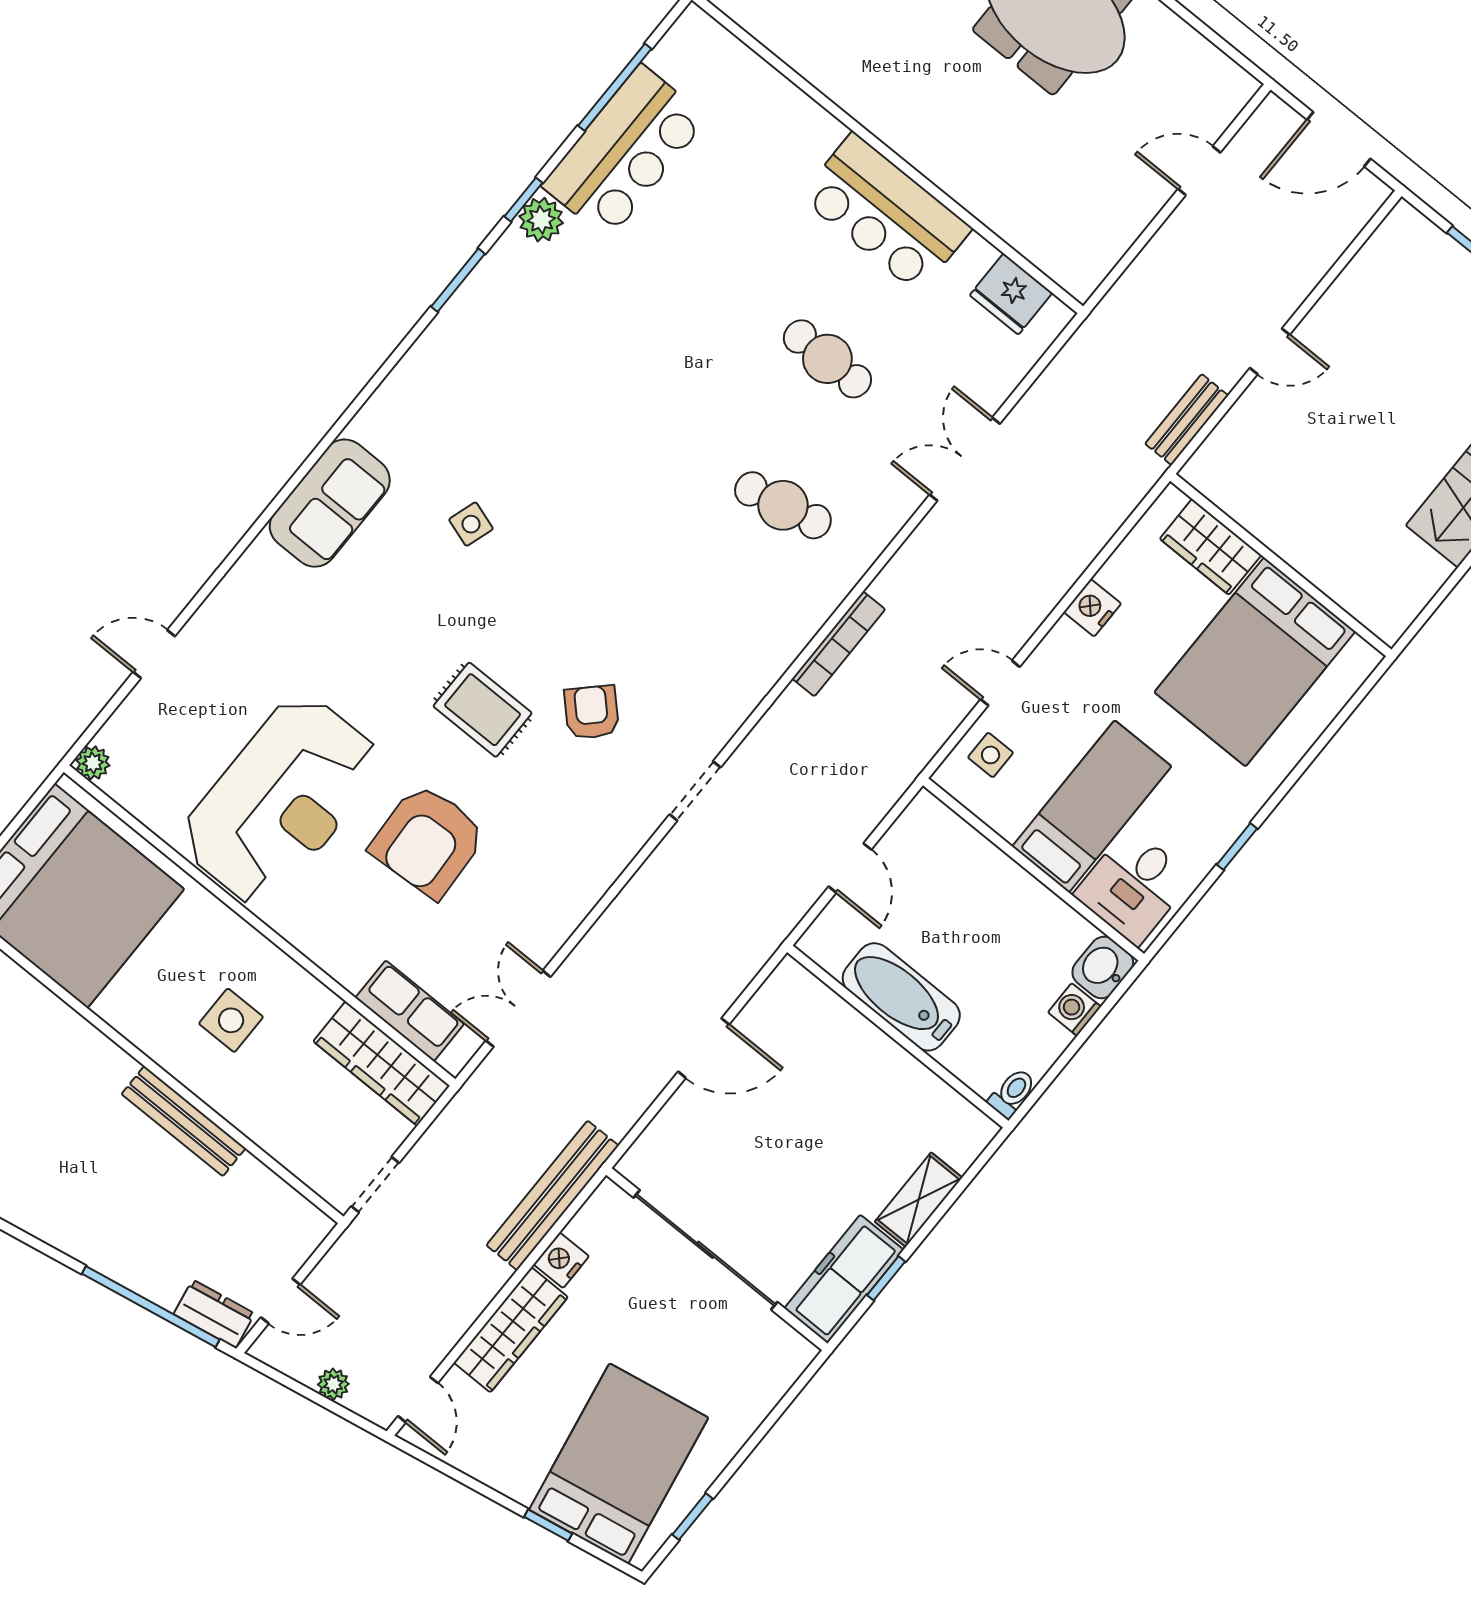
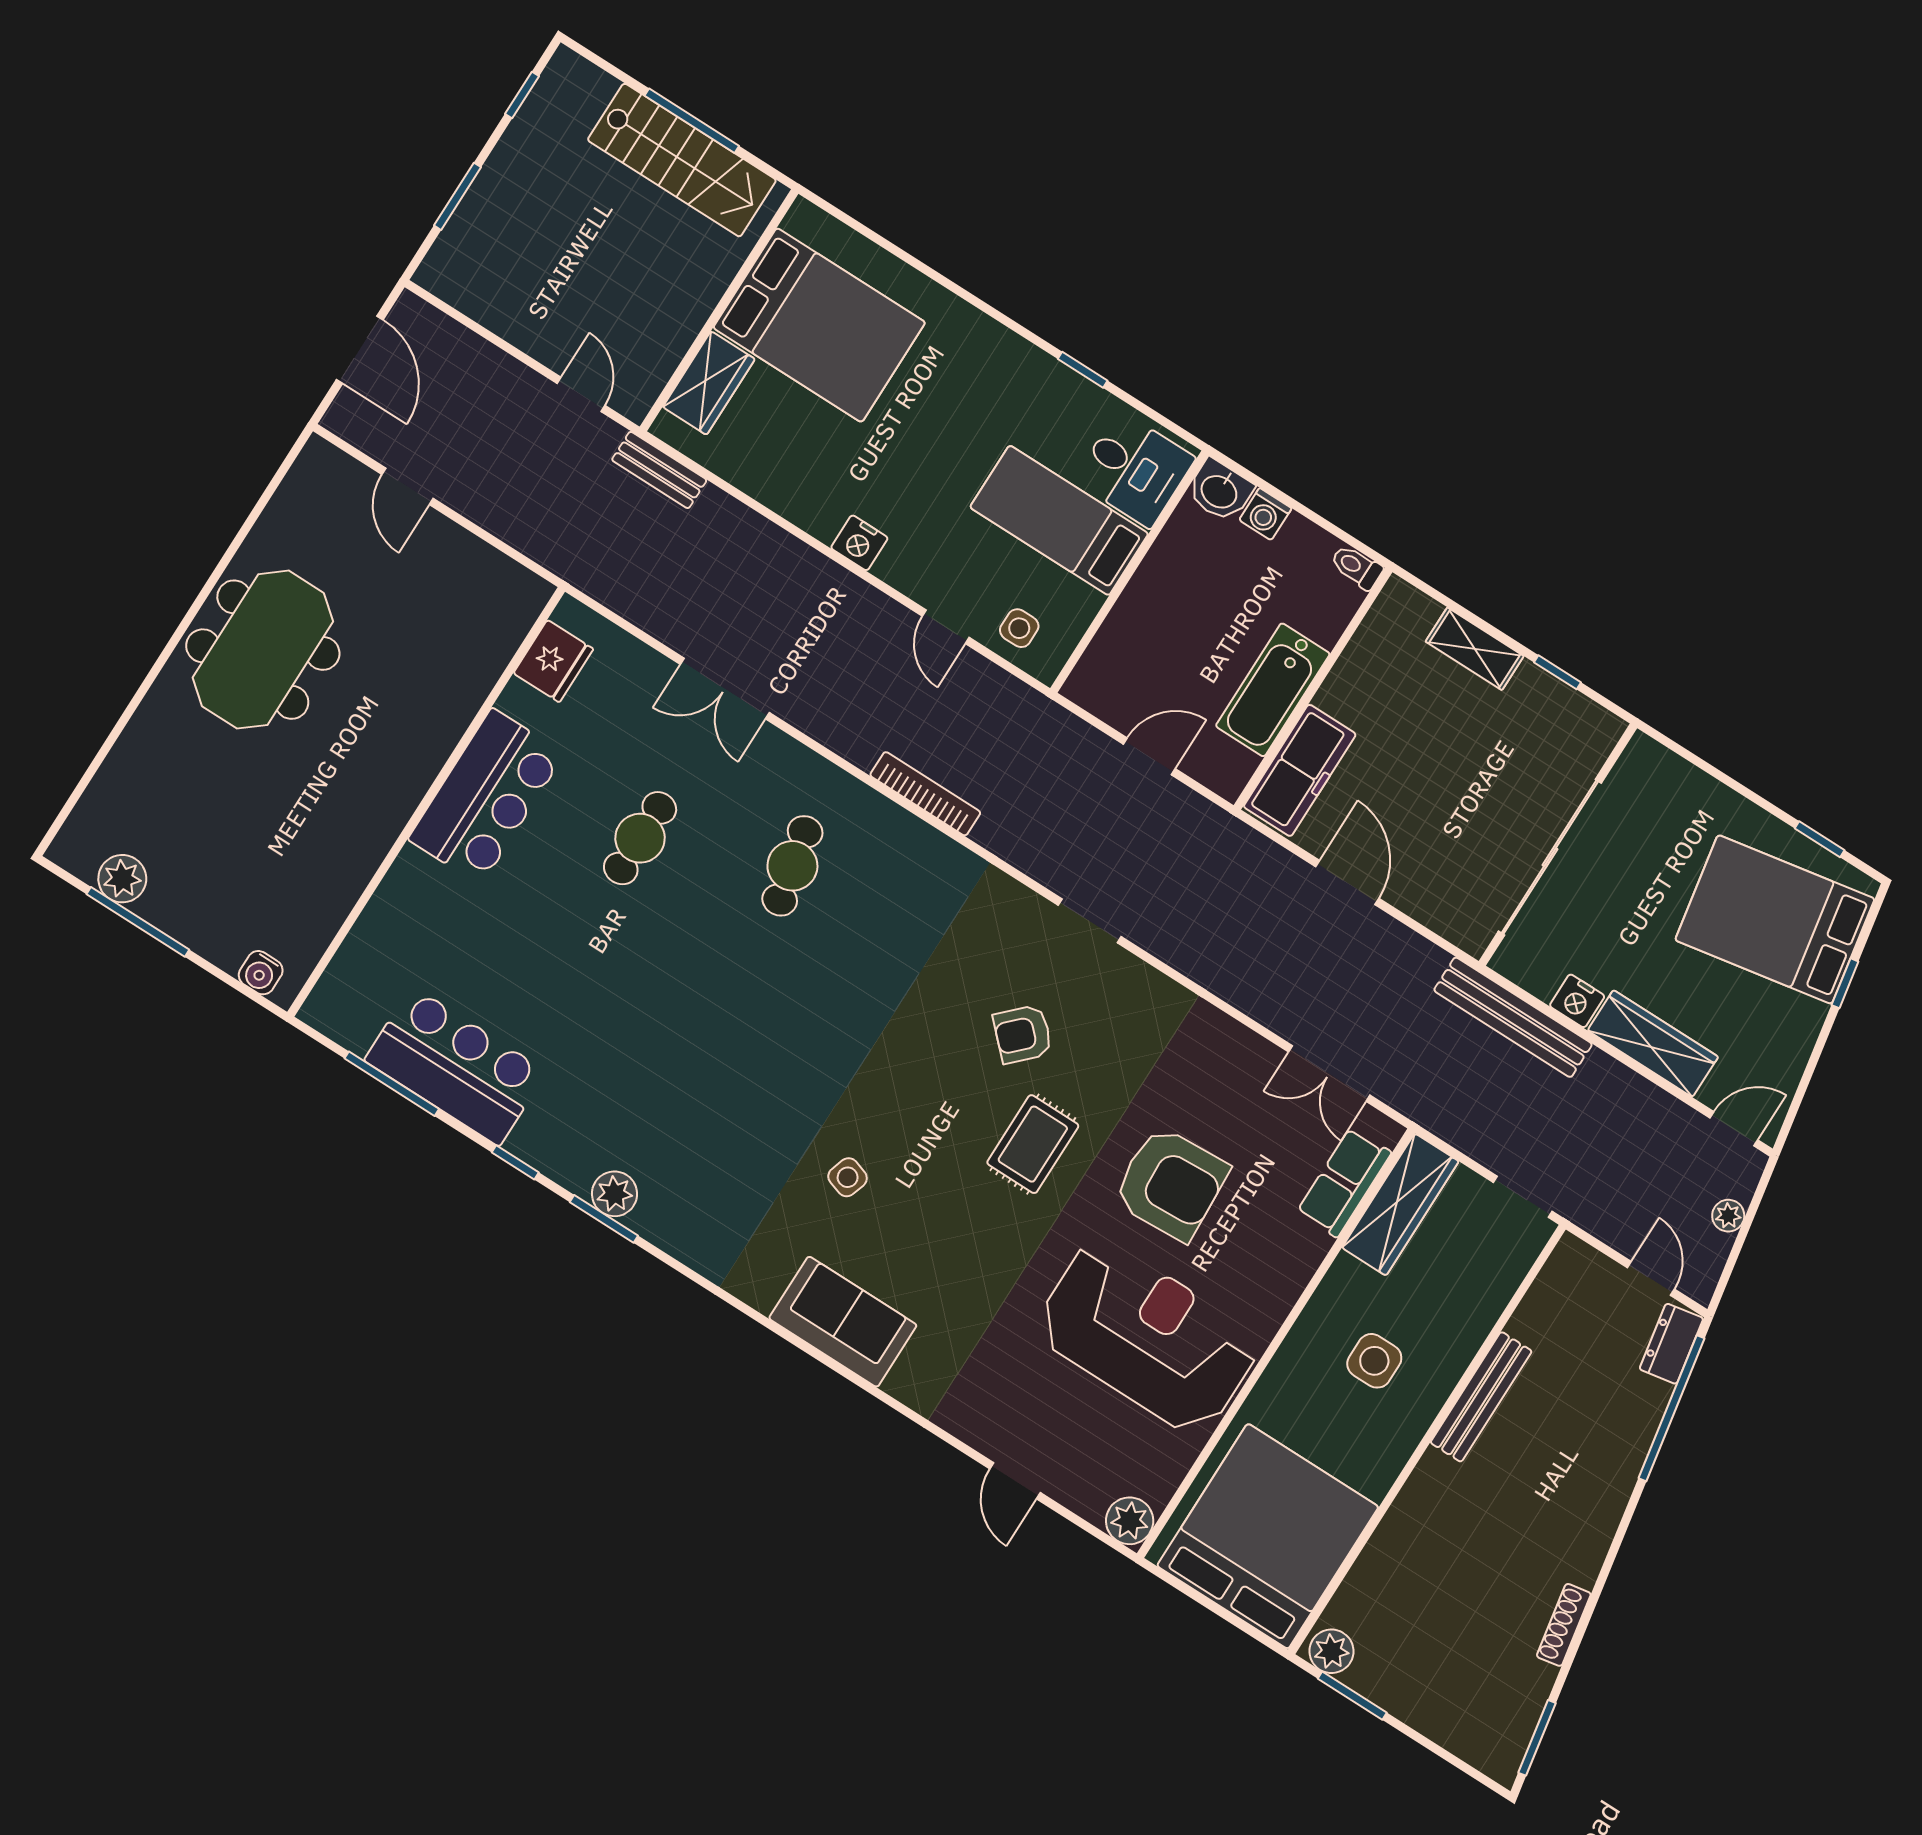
plant: (541, 220) -> (615, 1194), moved
wardrobe: (1211, 547) -> (709, 383), moved
wall: (1281, 565) -> (719, 310), moved
bed: (1255, 662) -> (819, 325), moved
plant: (93, 763) -> (1130, 1521), width x1.38, depth x1.38
freezer: (844, 1279) -> (1300, 770), moved, turned -90

